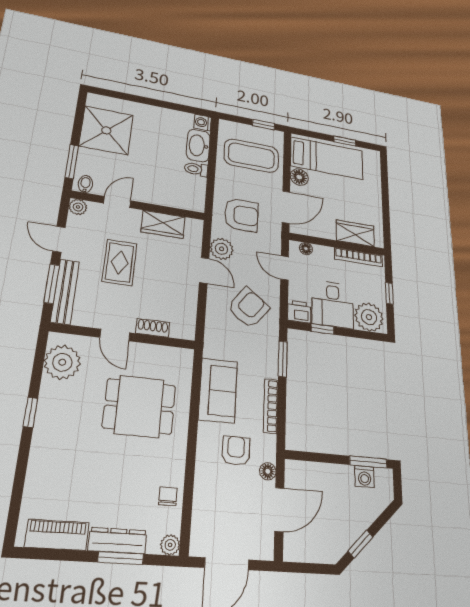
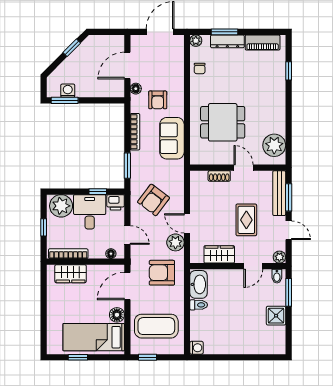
shower: (106, 130) -> (276, 316), width x0.54, depth x0.54
washbasin: (198, 146) -> (199, 284), moved
window: (30, 412) -> (289, 71), moved

